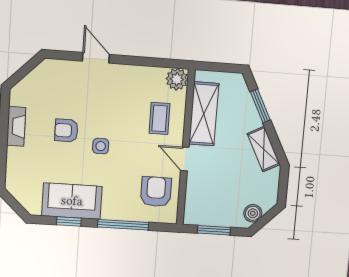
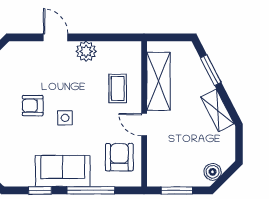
plant: (177, 79) -> (86, 51), moved
sofa: (72, 201) -> (63, 171), moved

